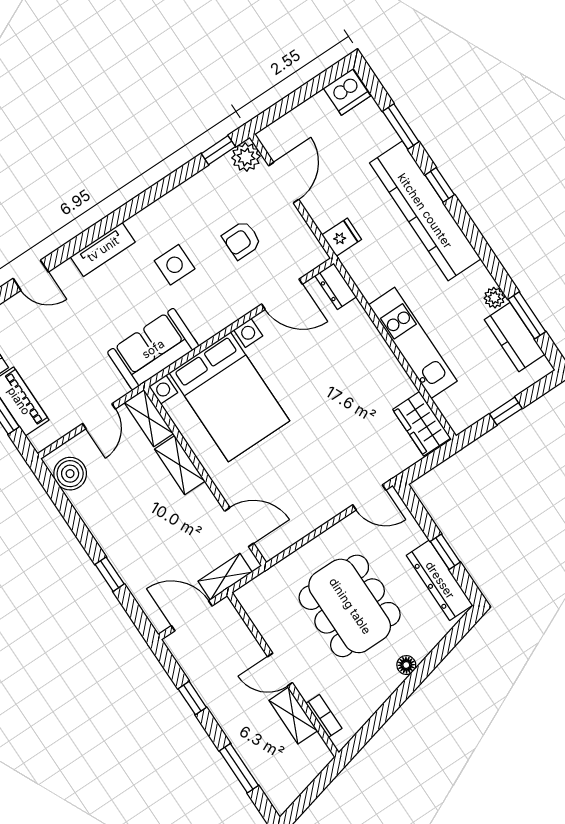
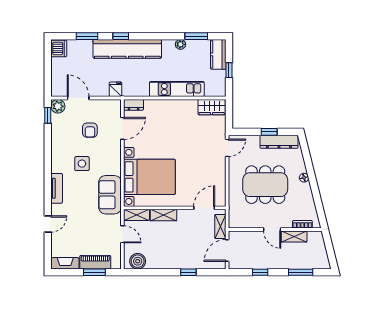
kitchen counter: (514, 337) -> (218, 54), moved, turned 90
door: (280, 670) -> (272, 229), hinge flipped

